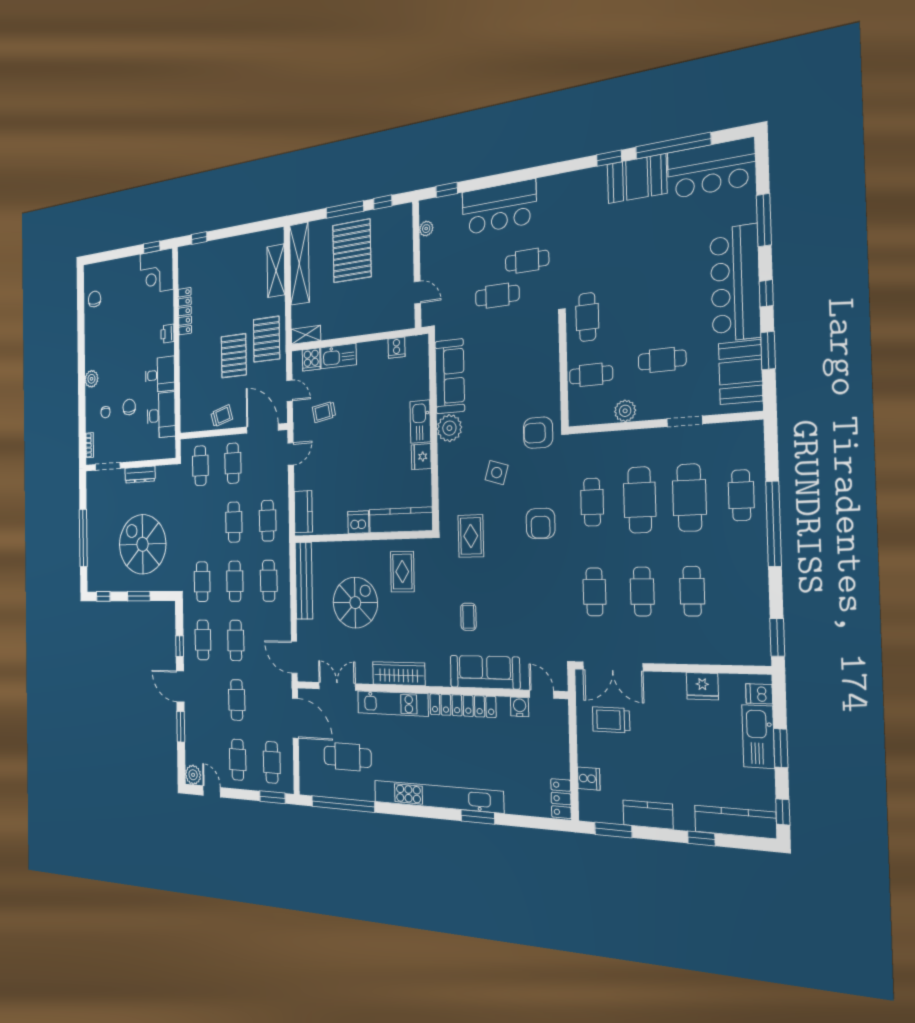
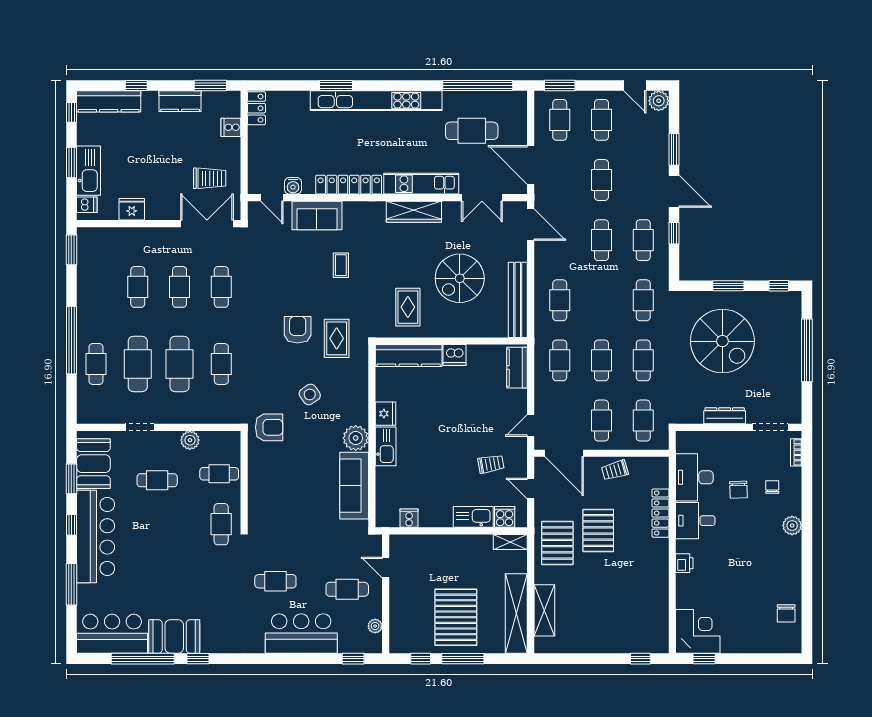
cafe table: (497, 296) -> (347, 589), moved
locker: (185, 311) -> (661, 513), moved
side table: (497, 473) -> (310, 394), turned 38
armchair: (541, 523) -> (298, 330), moved
cafe table: (235, 581) -> (643, 360), moved
sofa: (485, 672) -> (317, 216), width x0.73

